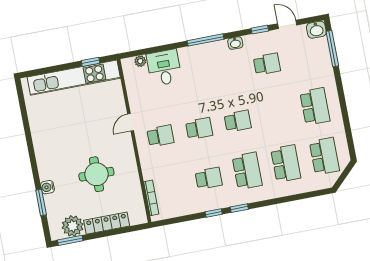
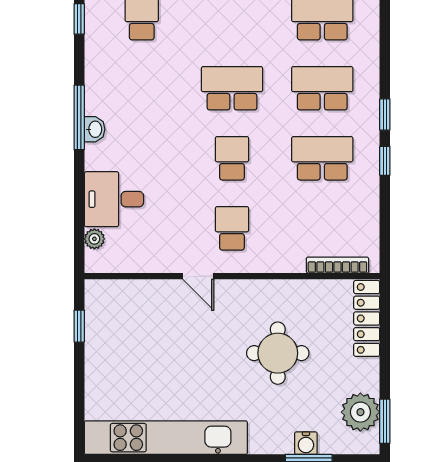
washbasin: (235, 43) -> (95, 129), moved
kitchen unit: (74, 78) -> (166, 438), moved, turned -90
school desk: (238, 121) -> (232, 88), width x1.85
school desk: (209, 178) -> (322, 158), width x1.85
water cooler: (47, 187) -> (306, 443), moved
locker: (107, 223) -> (367, 318), moved

